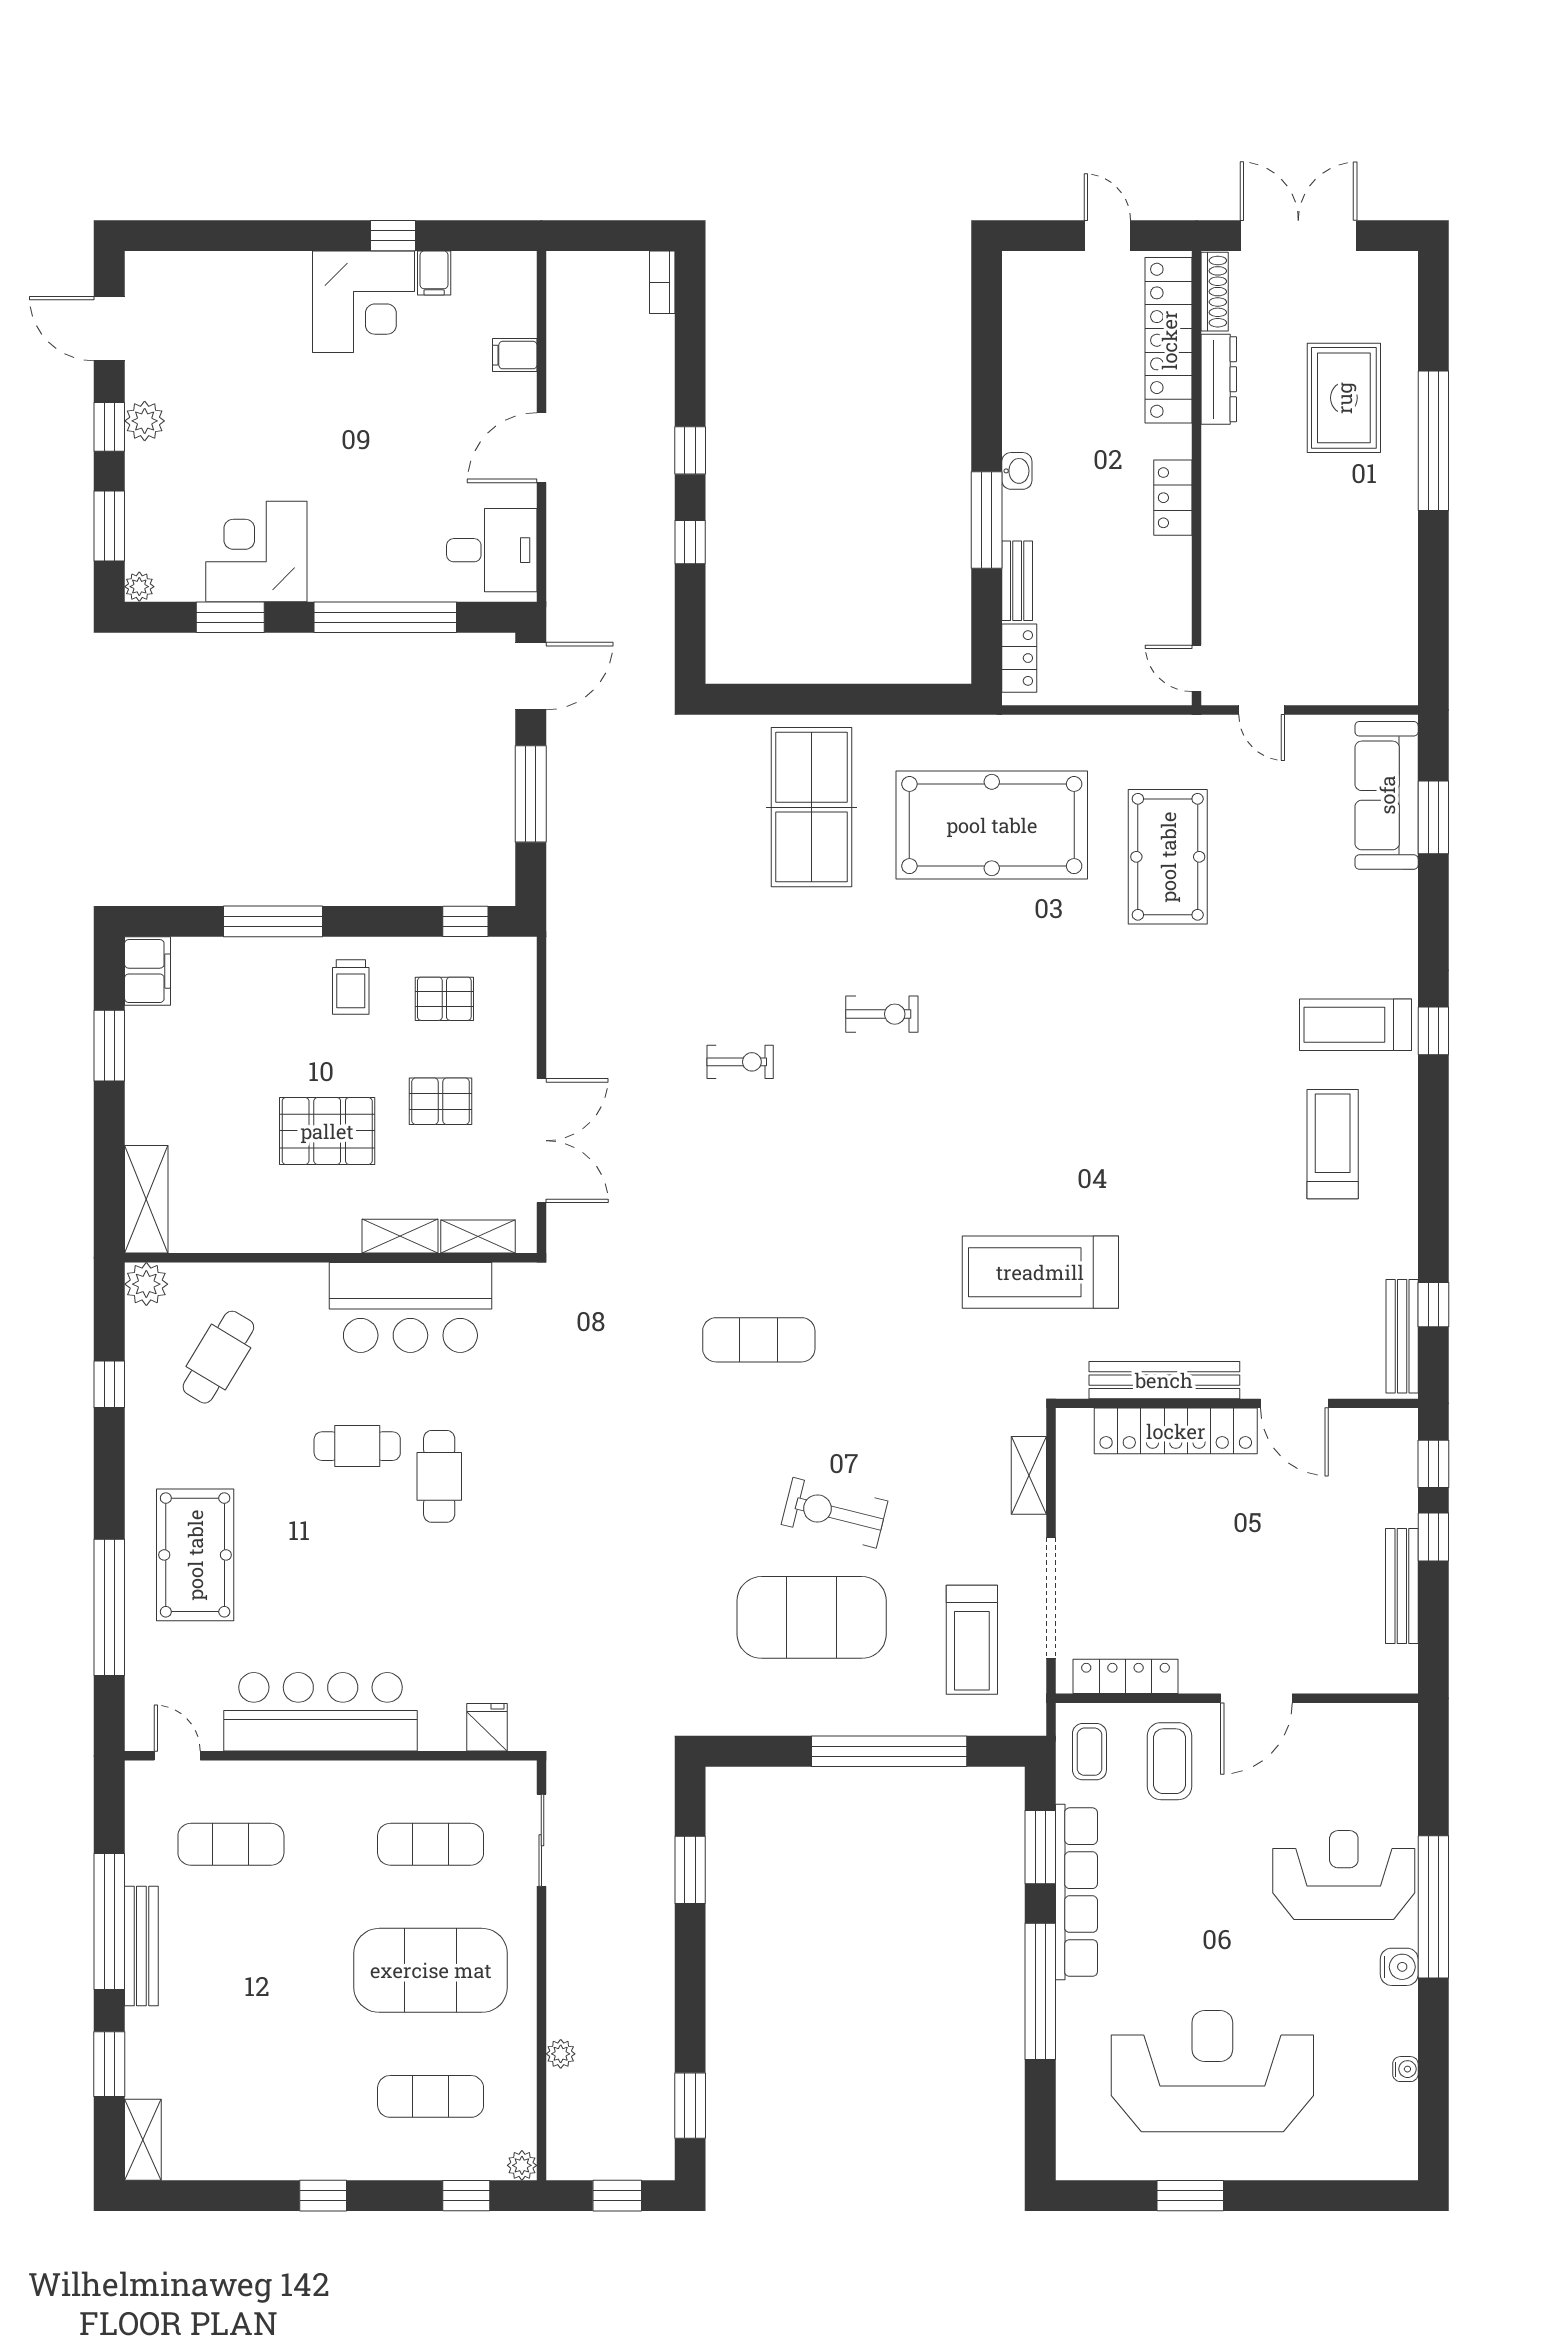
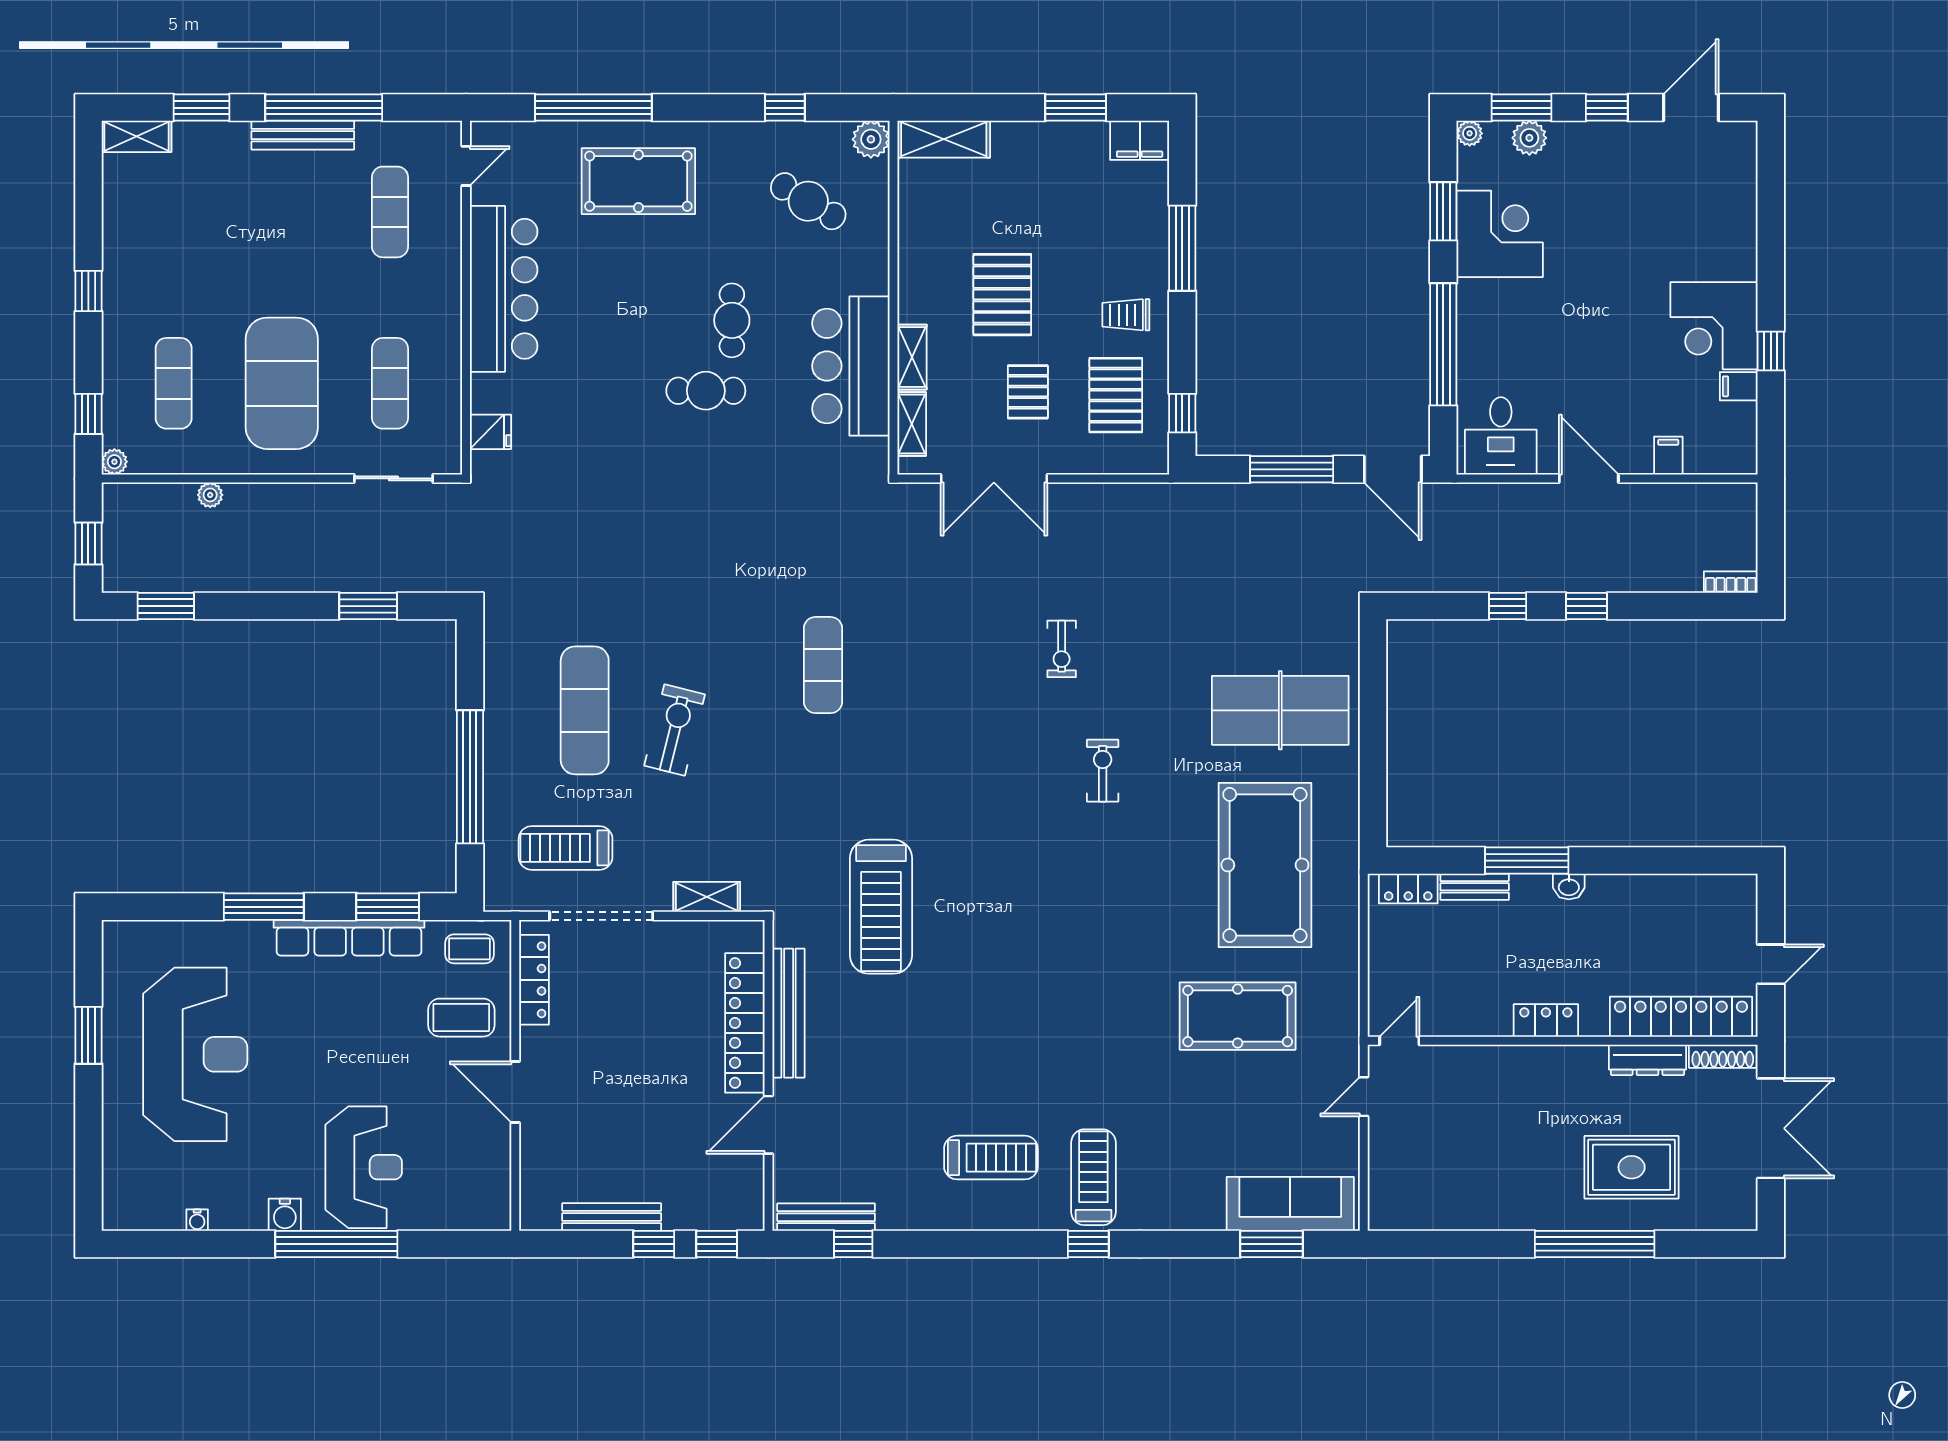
plant: (145, 421) -> (1529, 138), moved
pallet: (444, 999) -> (1116, 395), width x1.50, depth x1.42
exercise bike: (882, 1014) -> (1103, 771), turned 180
treadmill: (1040, 1272) -> (881, 907), turned 180
exercise mat: (812, 1617) -> (585, 710), width x0.68
window: (1040, 1991) -> (264, 907), width x0.68

